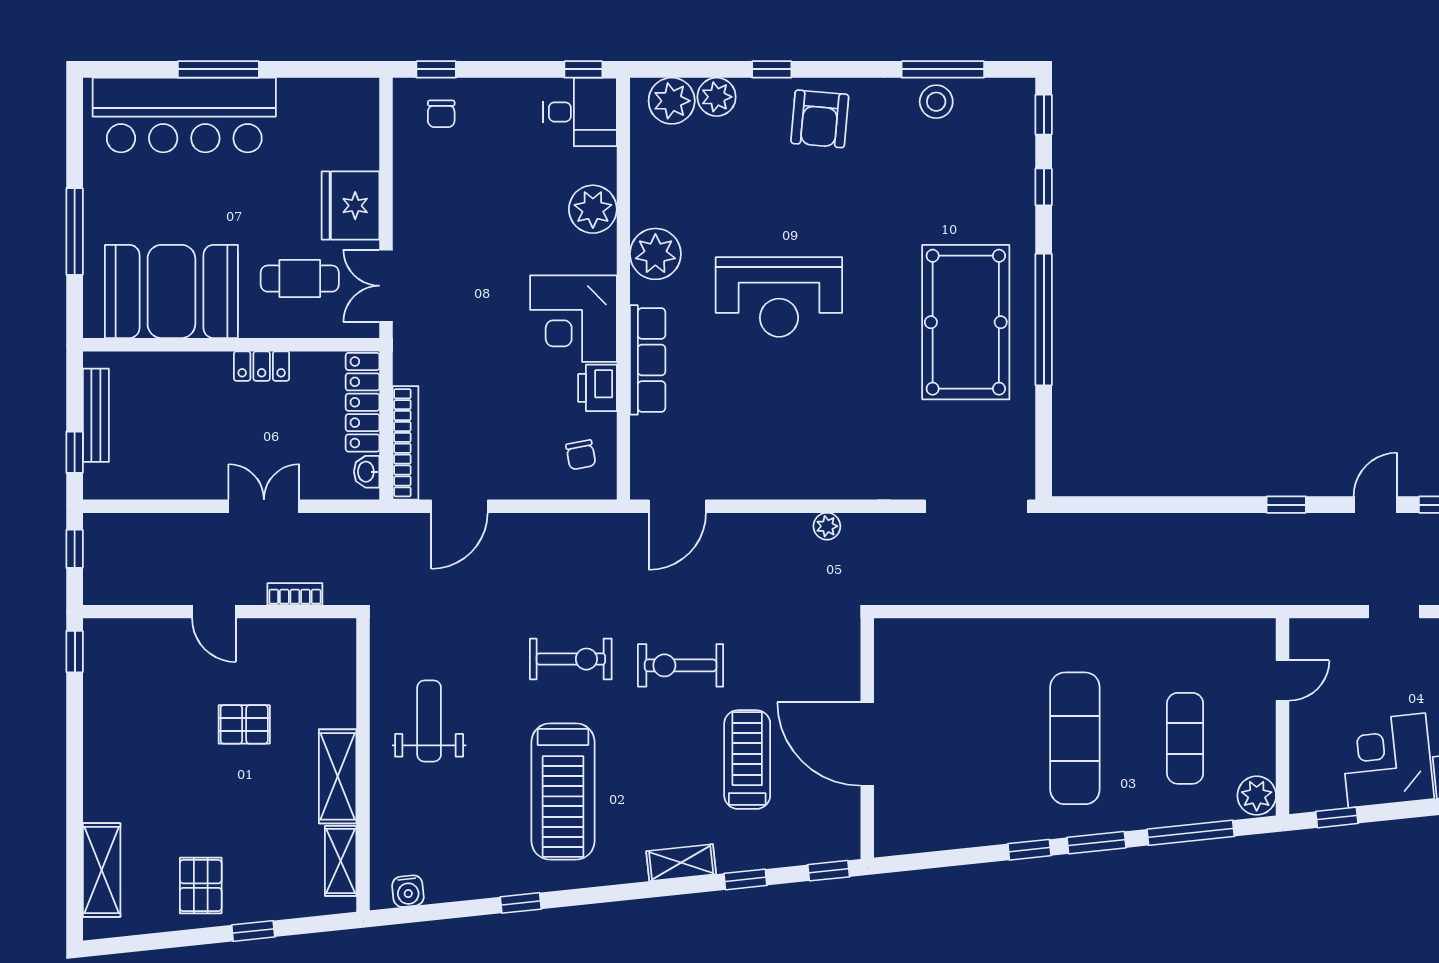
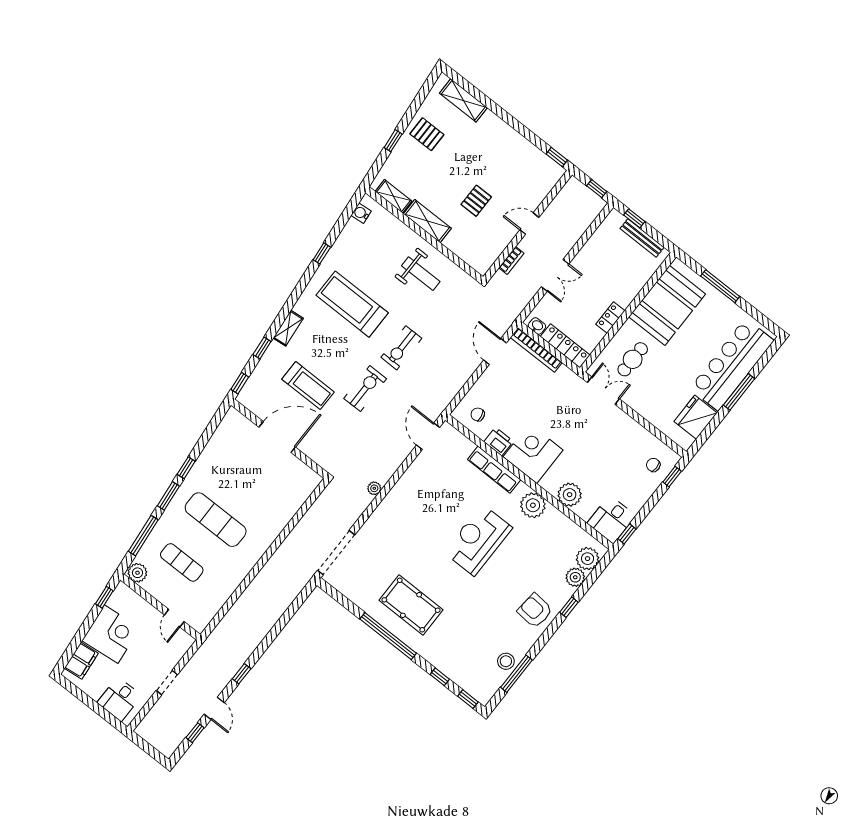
fridge: (351, 206) -> (696, 417), moved, turned -90
pool table: (966, 322) -> (411, 605), width x0.73, depth x0.76

